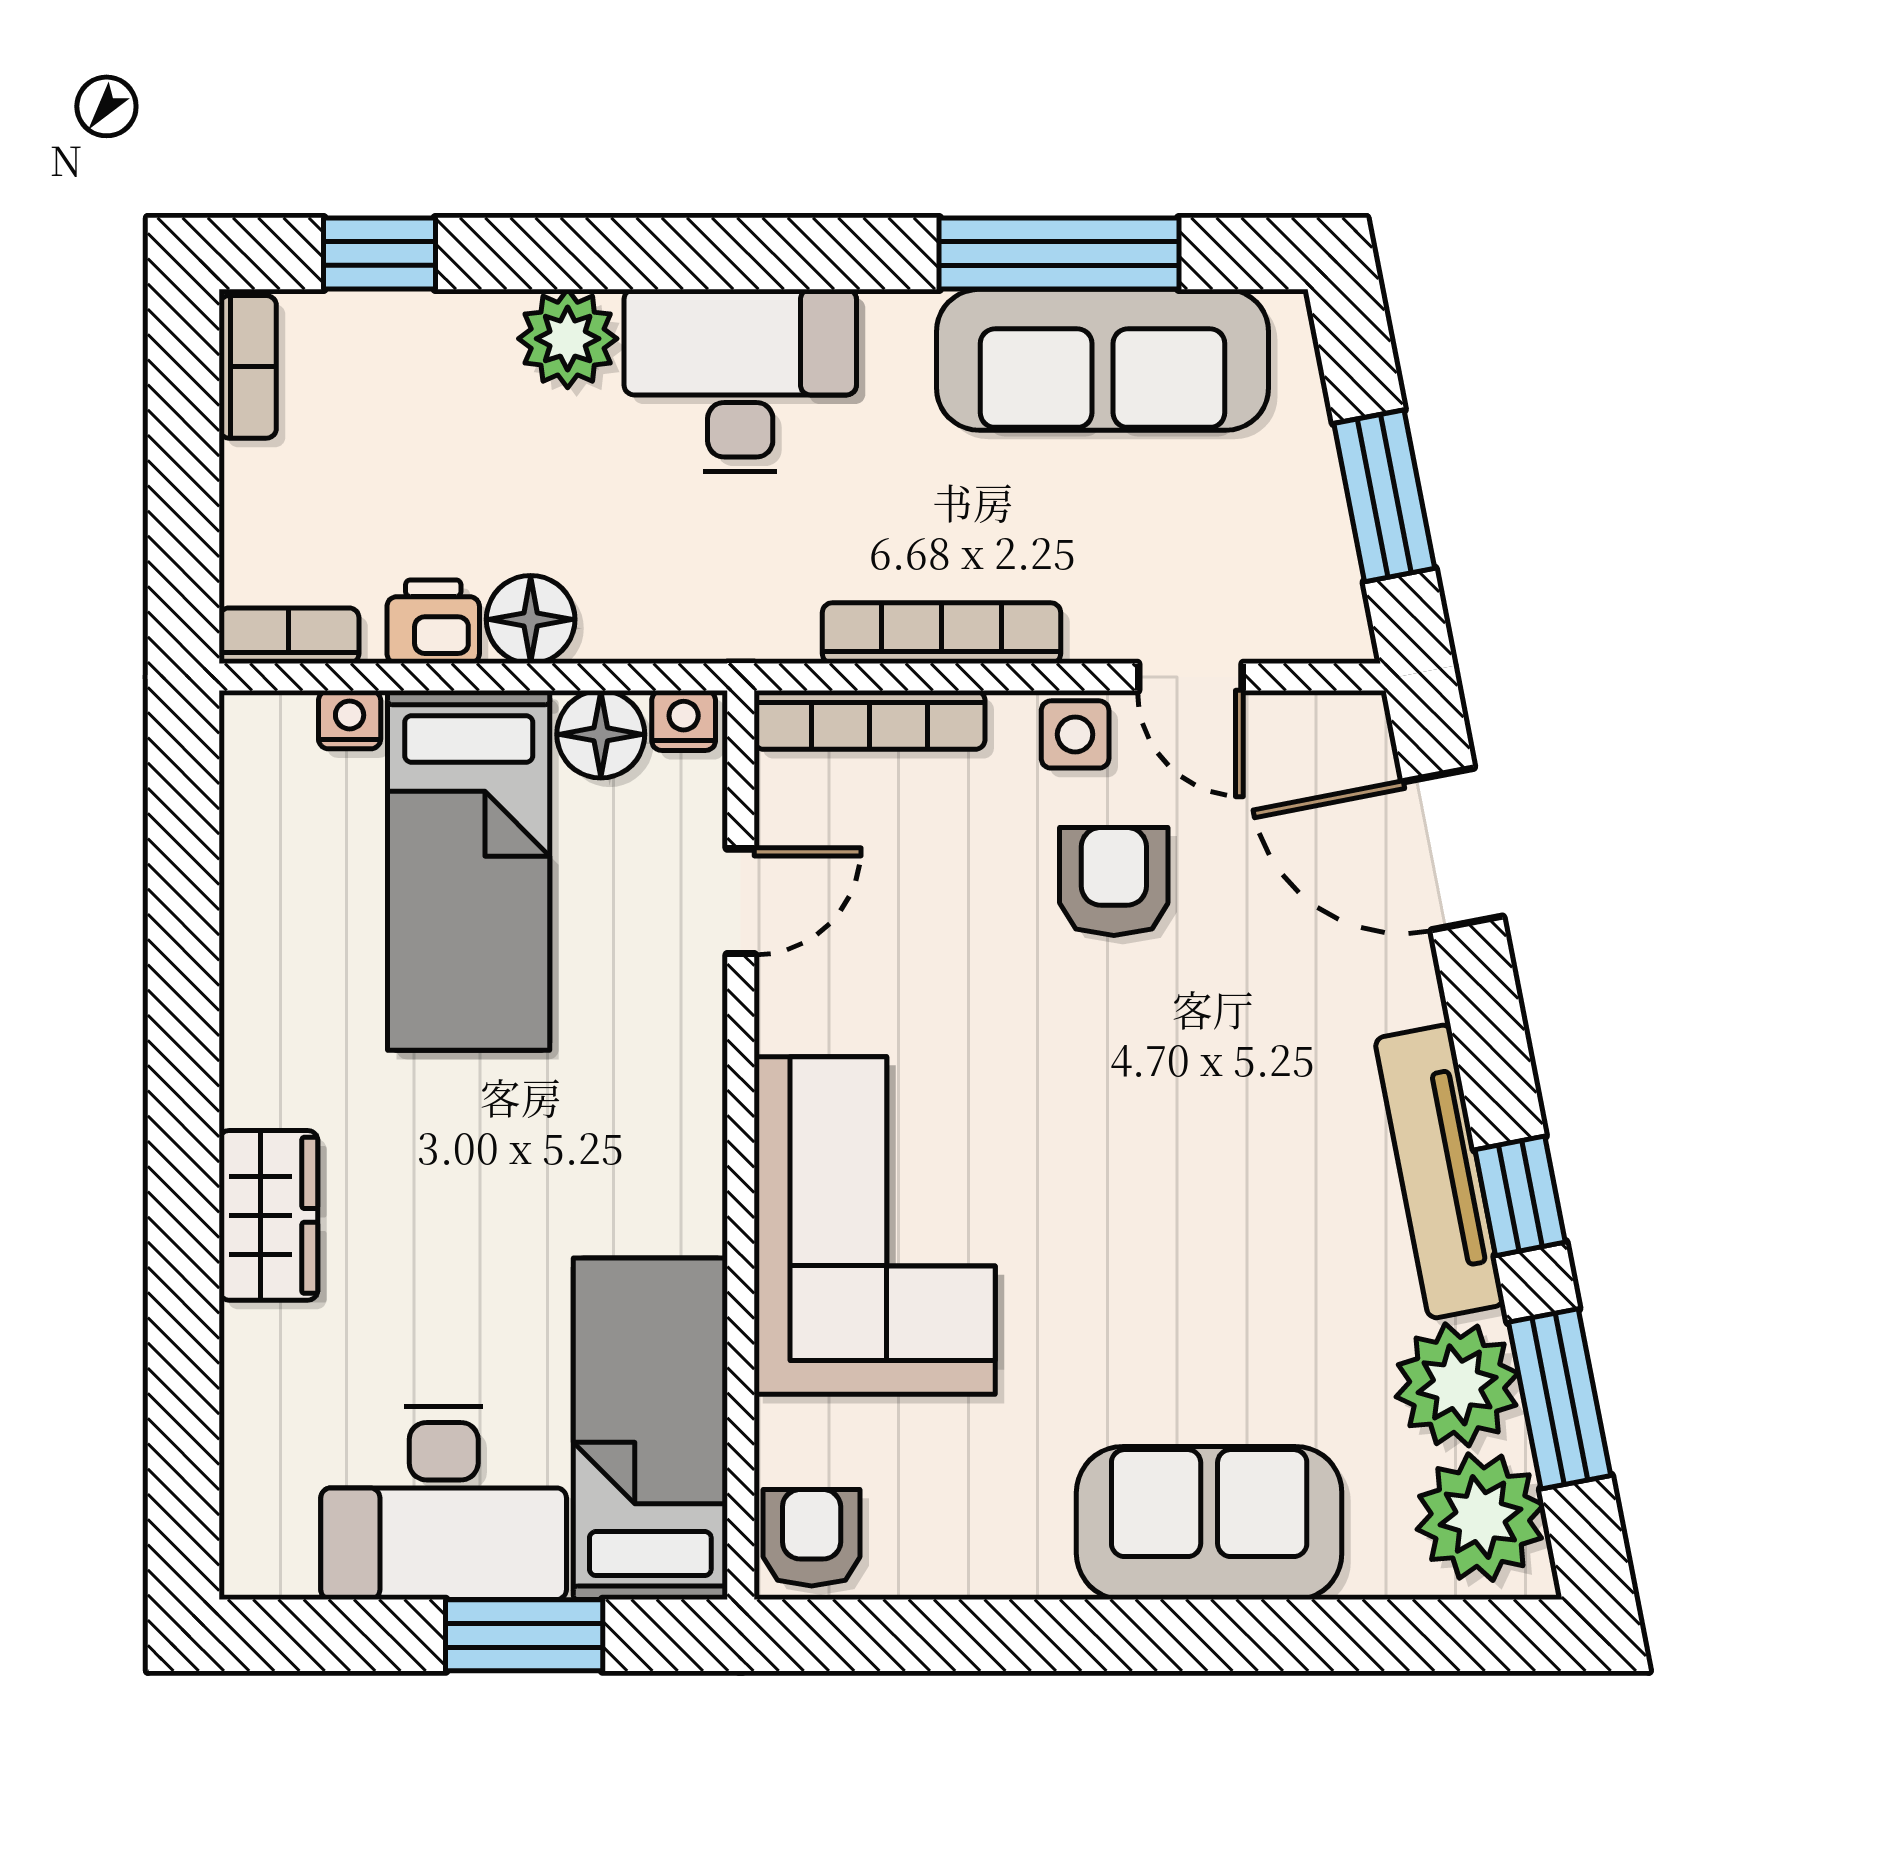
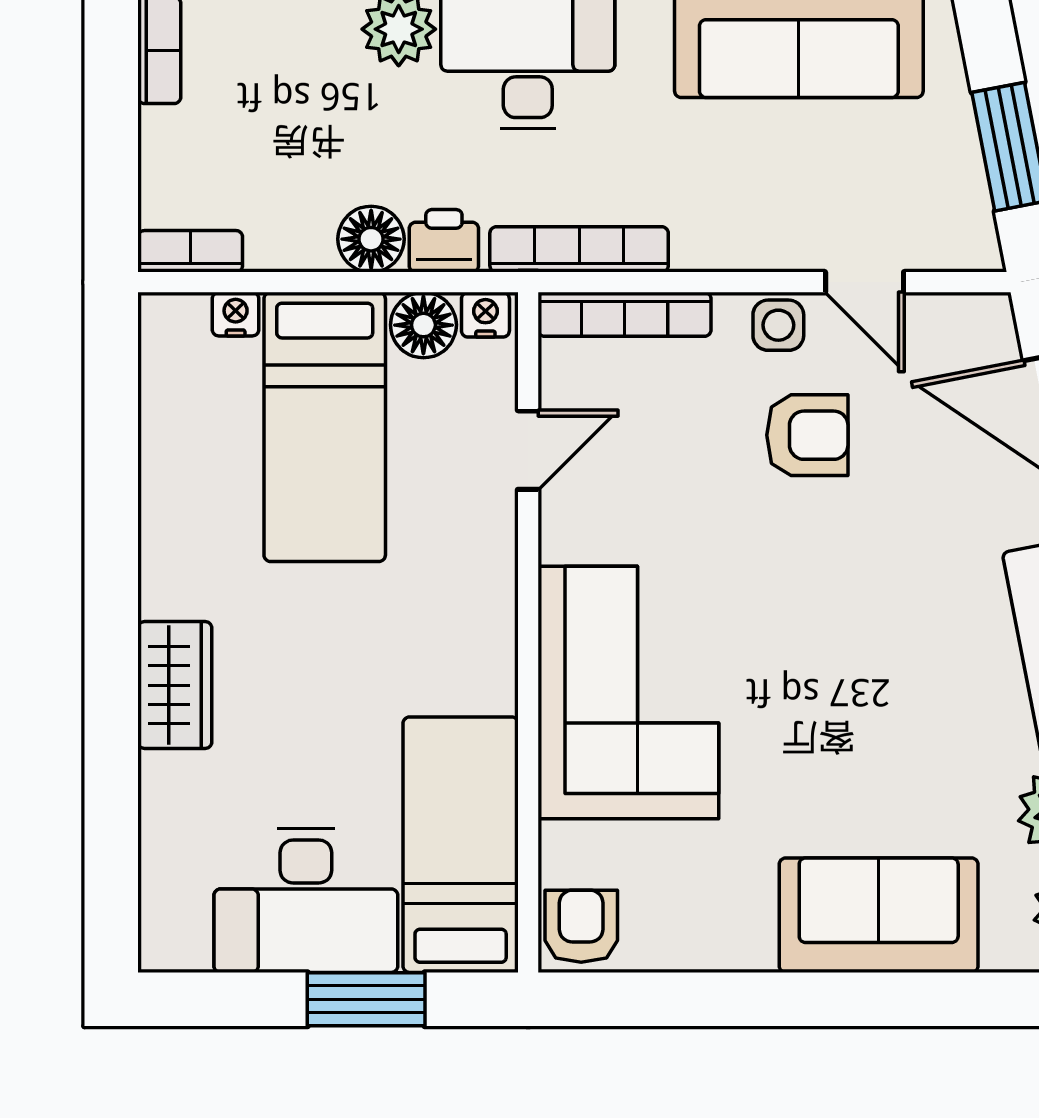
printer: (433, 622) -> (444, 241), moved
bookcase: (942, 633) -> (579, 249), moved
armchair: (1114, 881) -> (807, 435), turned 90

